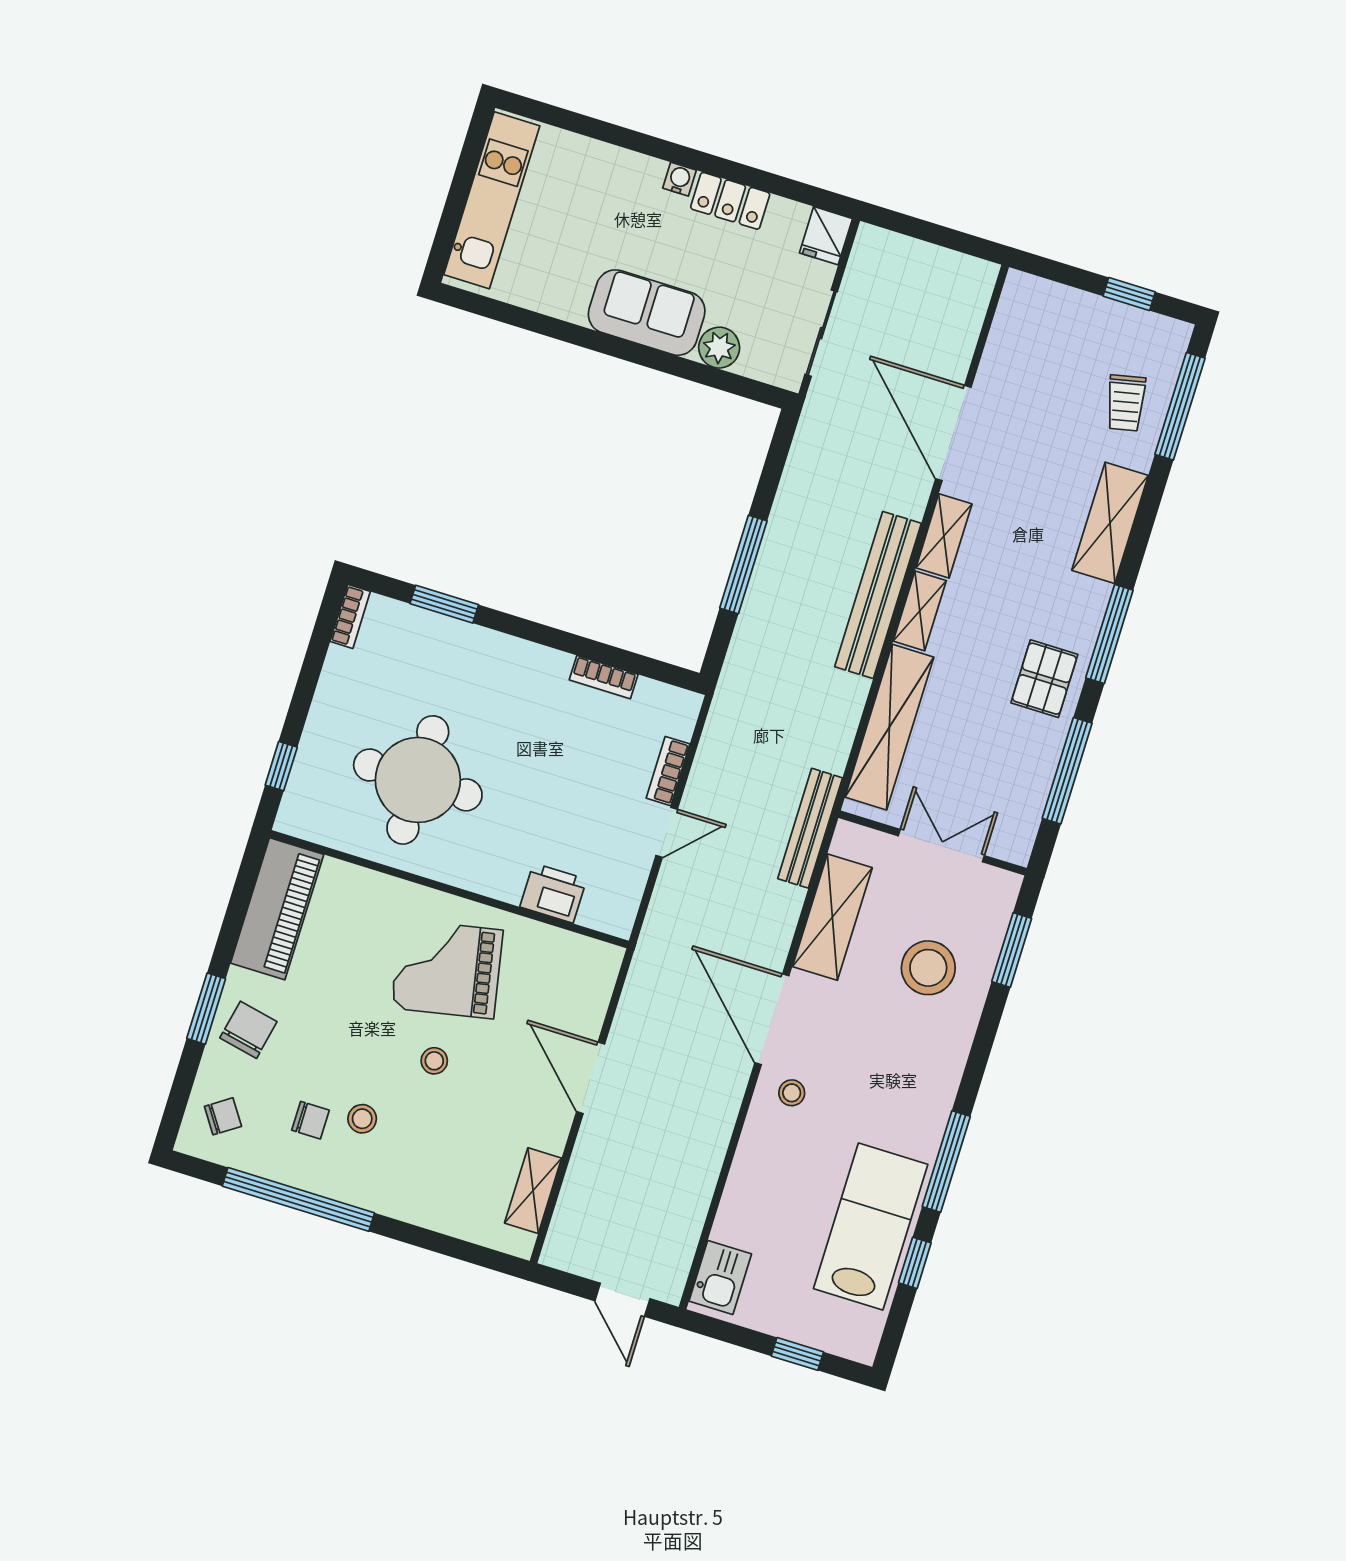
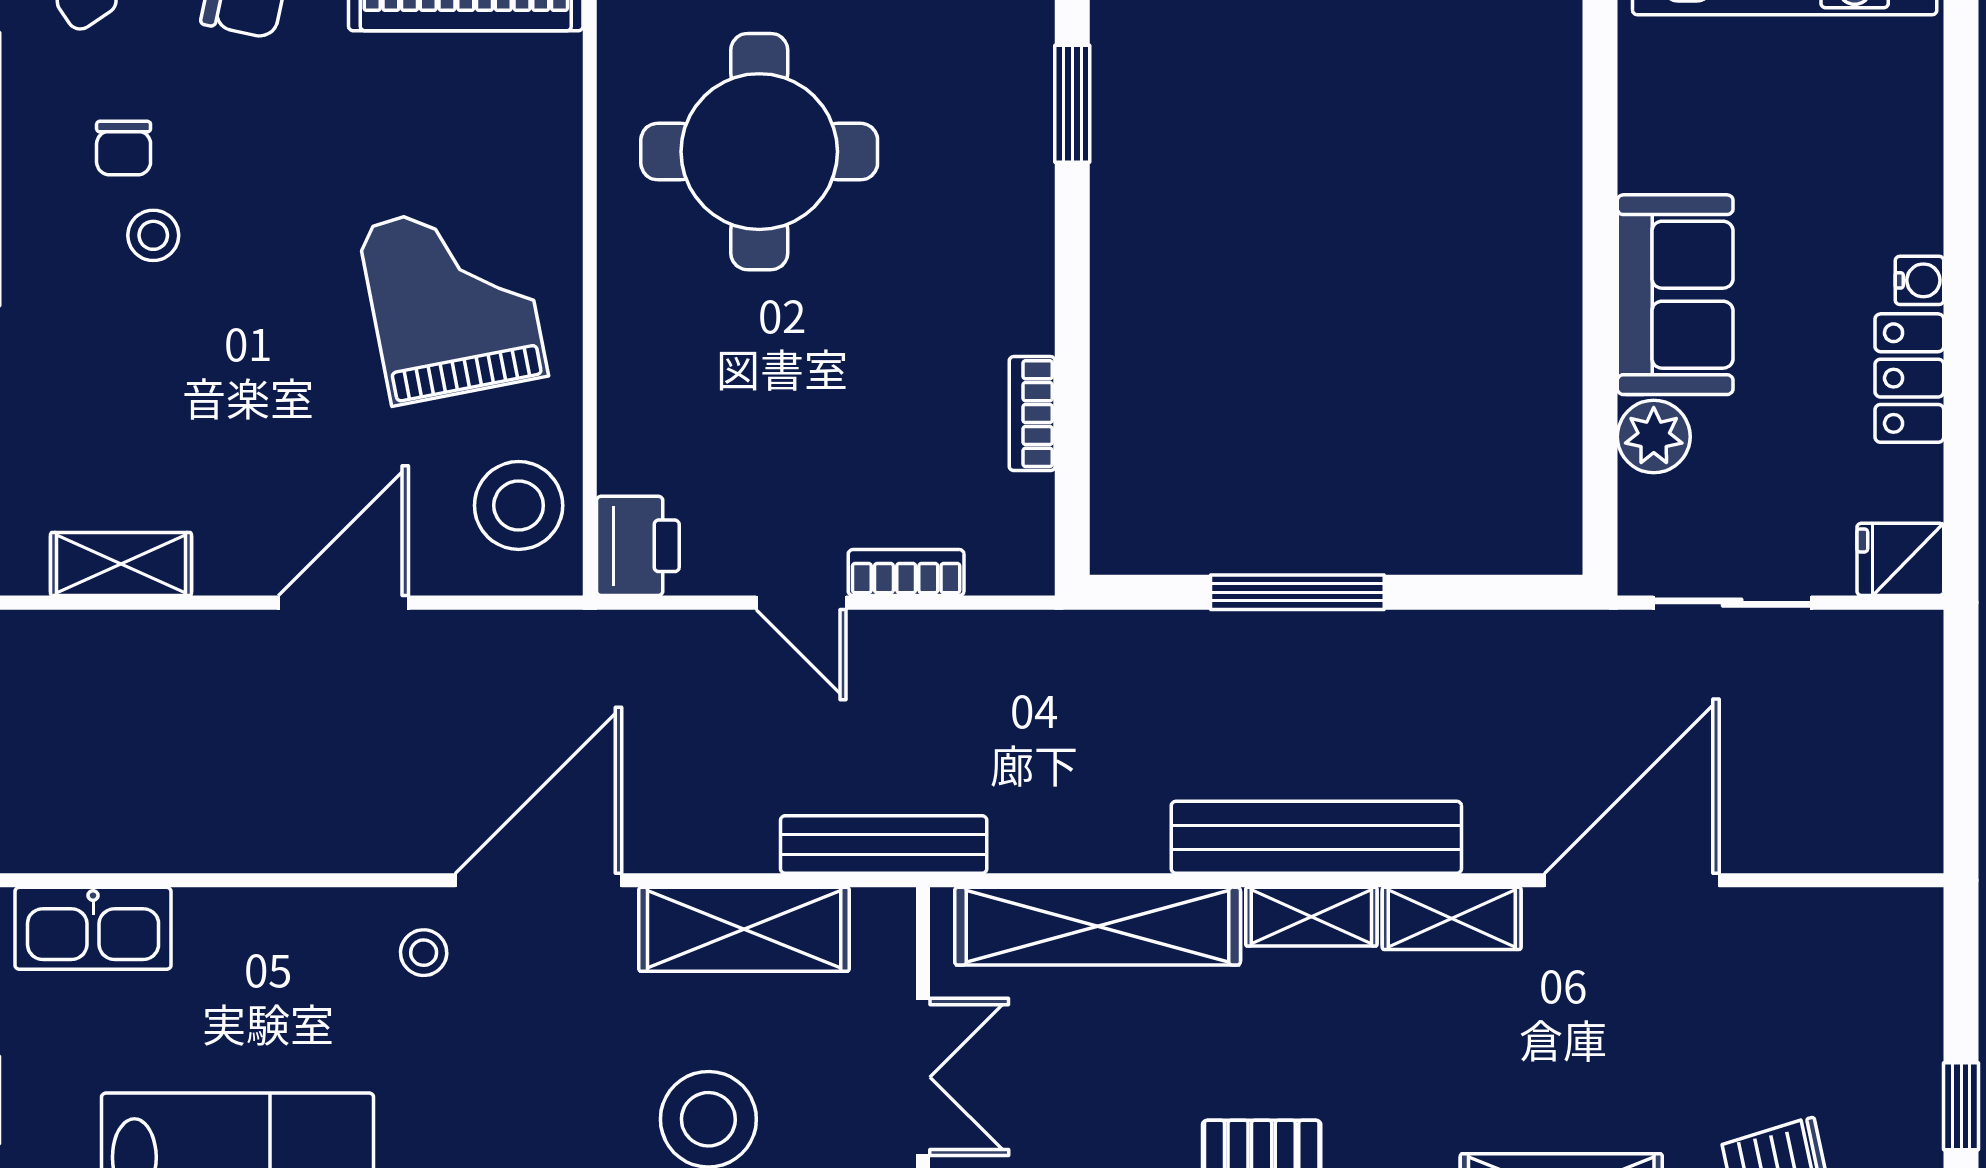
printer: (553, 893) -> (638, 546), moved
stool: (434, 1061) -> (519, 505), moved, width x1.89, depth x1.89
kitchen sink: (720, 1277) -> (93, 928), width x1.38

